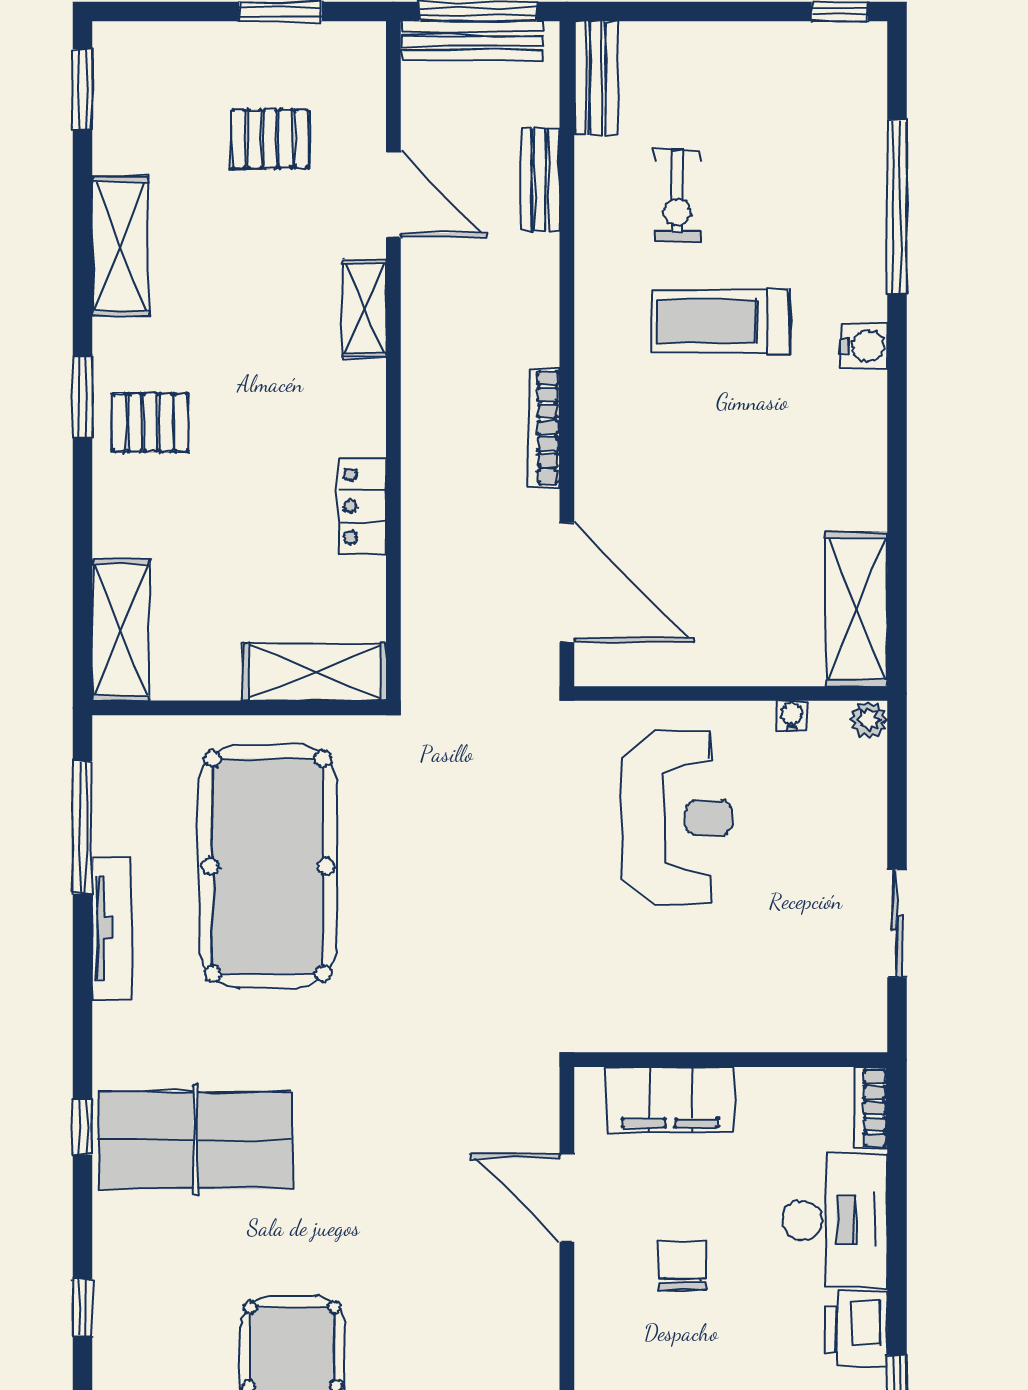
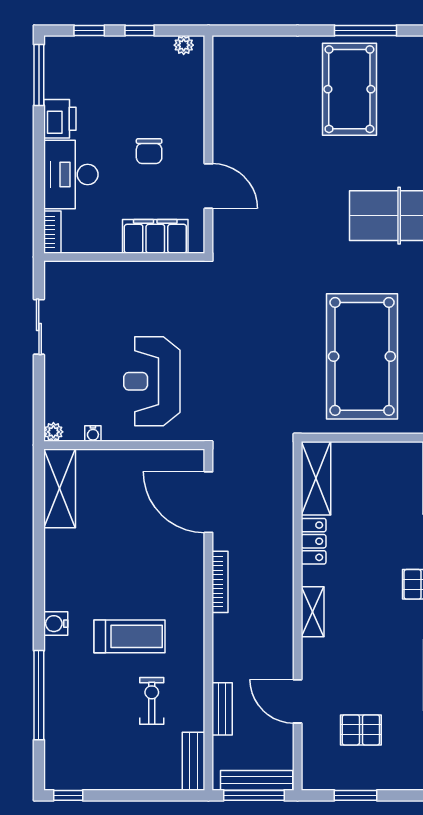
shelving: (364, 308) -> (313, 612), moved
shelving: (314, 672) -> (316, 478), moved, turned 90

